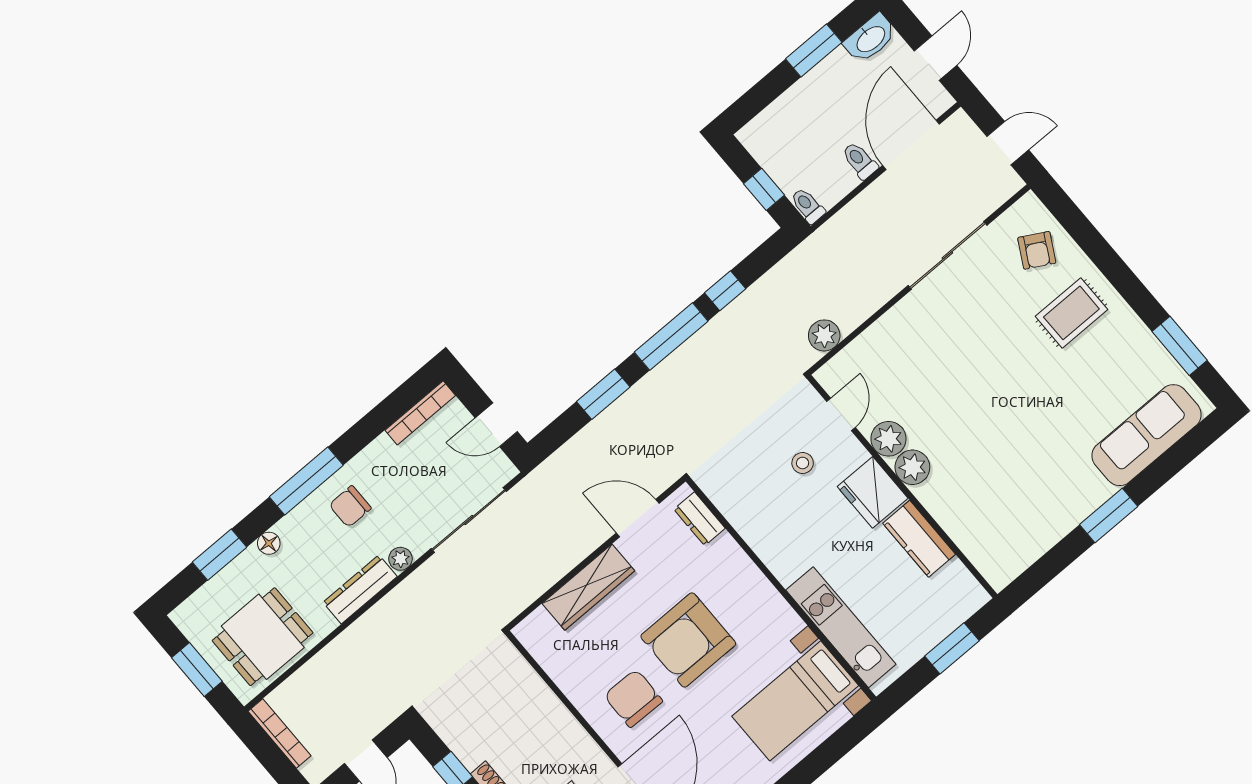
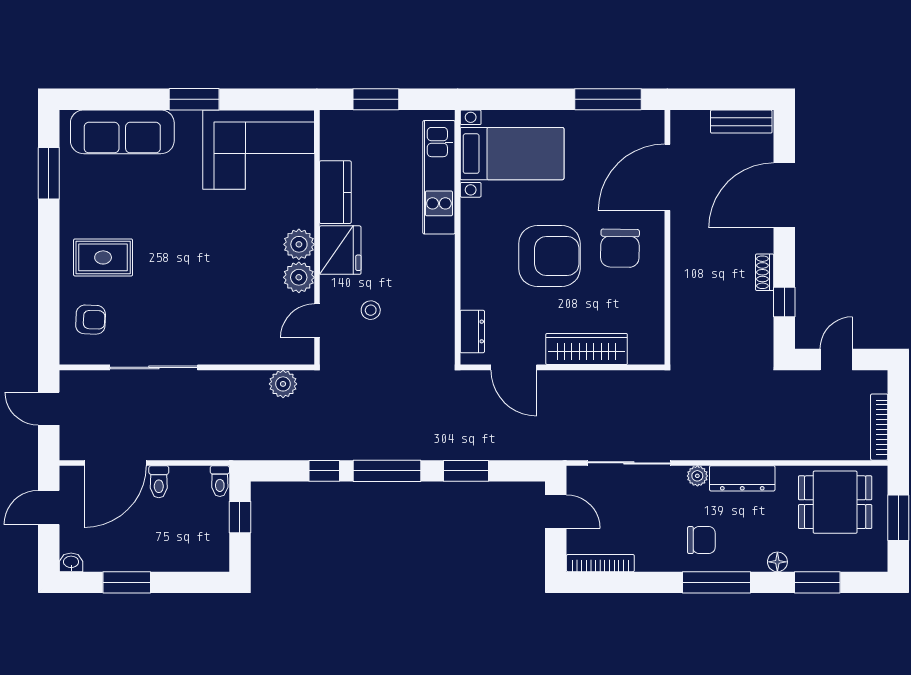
washbasin: (870, 38) -> (71, 562), width x0.52, depth x0.69
armchair: (1037, 250) -> (91, 320), turned 63
corner sofa: (1016, 519) -> (259, 150), added

